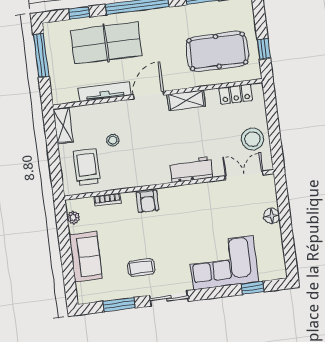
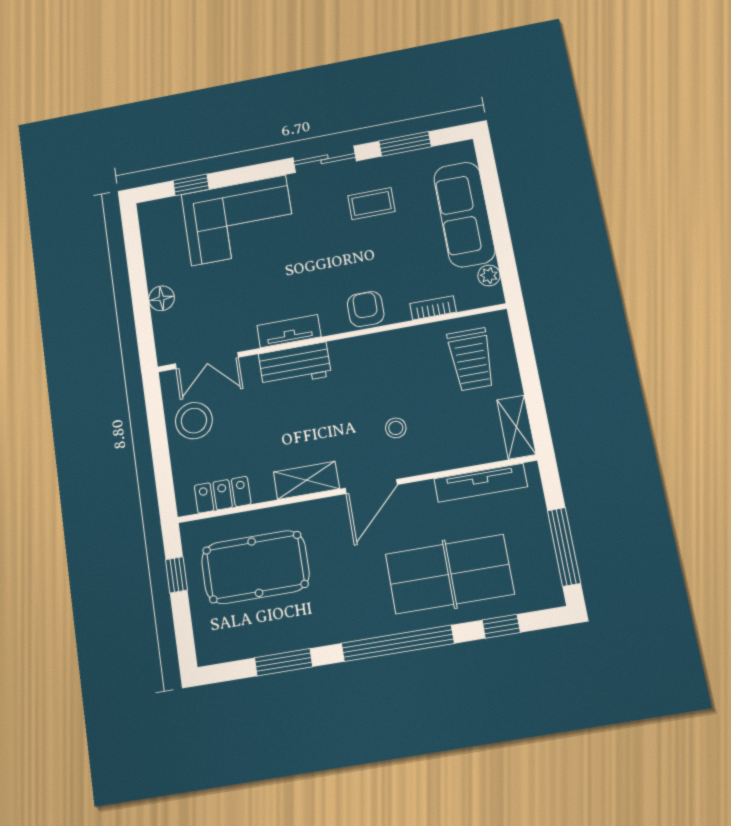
tv unit: (105, 92) -> (481, 483), moved
stool: (113, 140) -> (396, 428), moved
tv unit: (194, 191) -> (289, 331), added
sofa: (86, 257) -> (464, 214), width x1.36

